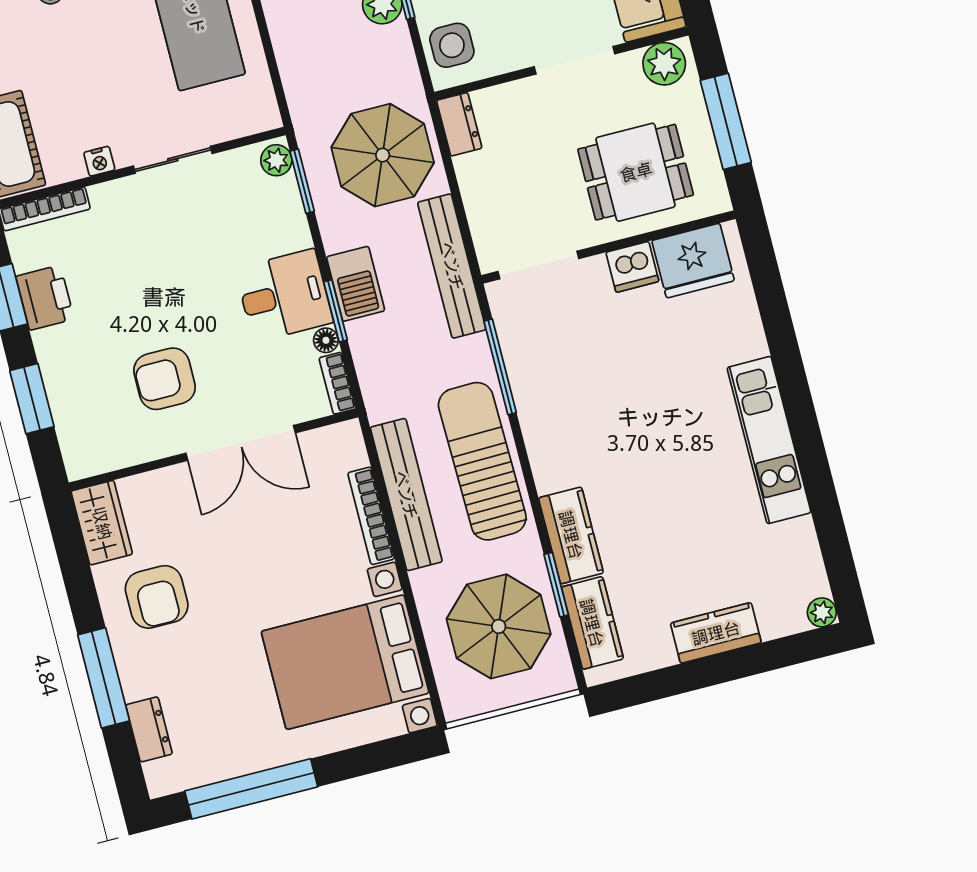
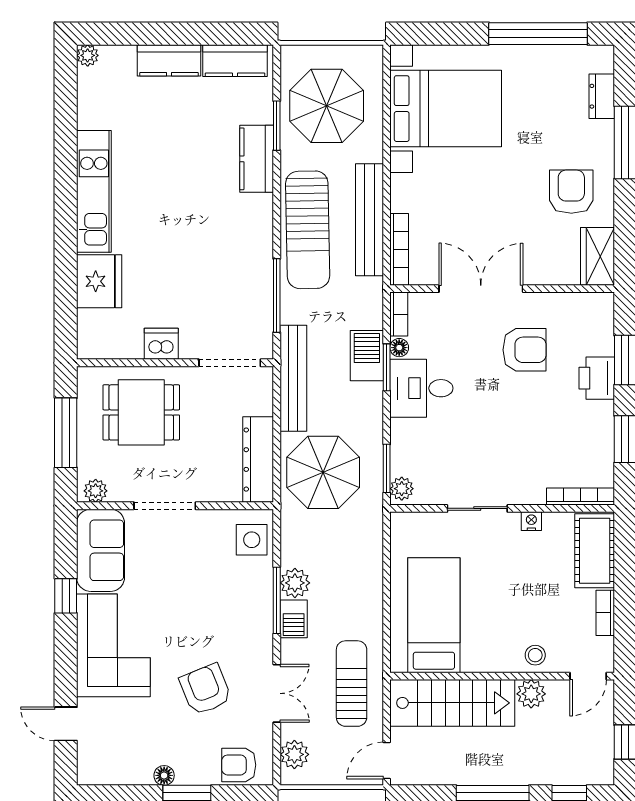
plant: (664, 64) -> (96, 491), width x0.73, depth x0.73
dresser: (459, 124) -> (258, 460), width x1.96, depth x1.24
fridge: (693, 261) -> (99, 281), moved, turned 90
barbecue: (356, 284) -> (367, 356), moved
printer: (45, 298) -> (597, 378), moved
bookcase: (371, 516) -> (399, 249), moved
kitchen counter: (592, 623) -> (235, 61), moved, turned -90

